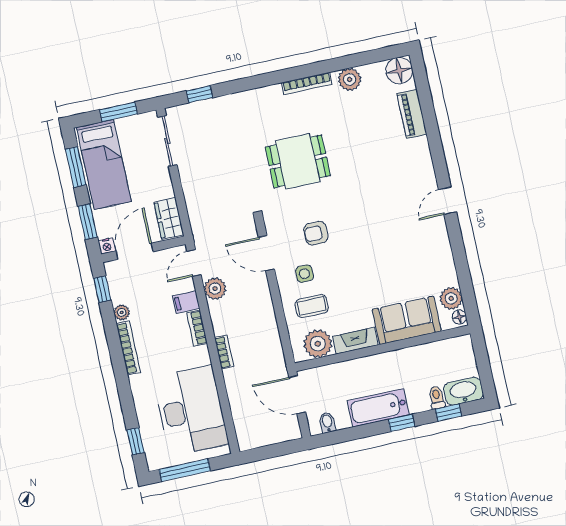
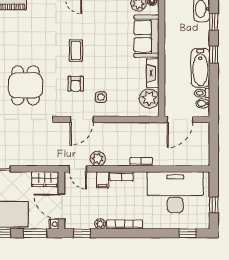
coffee table: (312, 306) -> (76, 51), moved
toilet: (437, 397) -> (202, 93), moved
window: (185, 470) -> (214, 205), width x0.46

